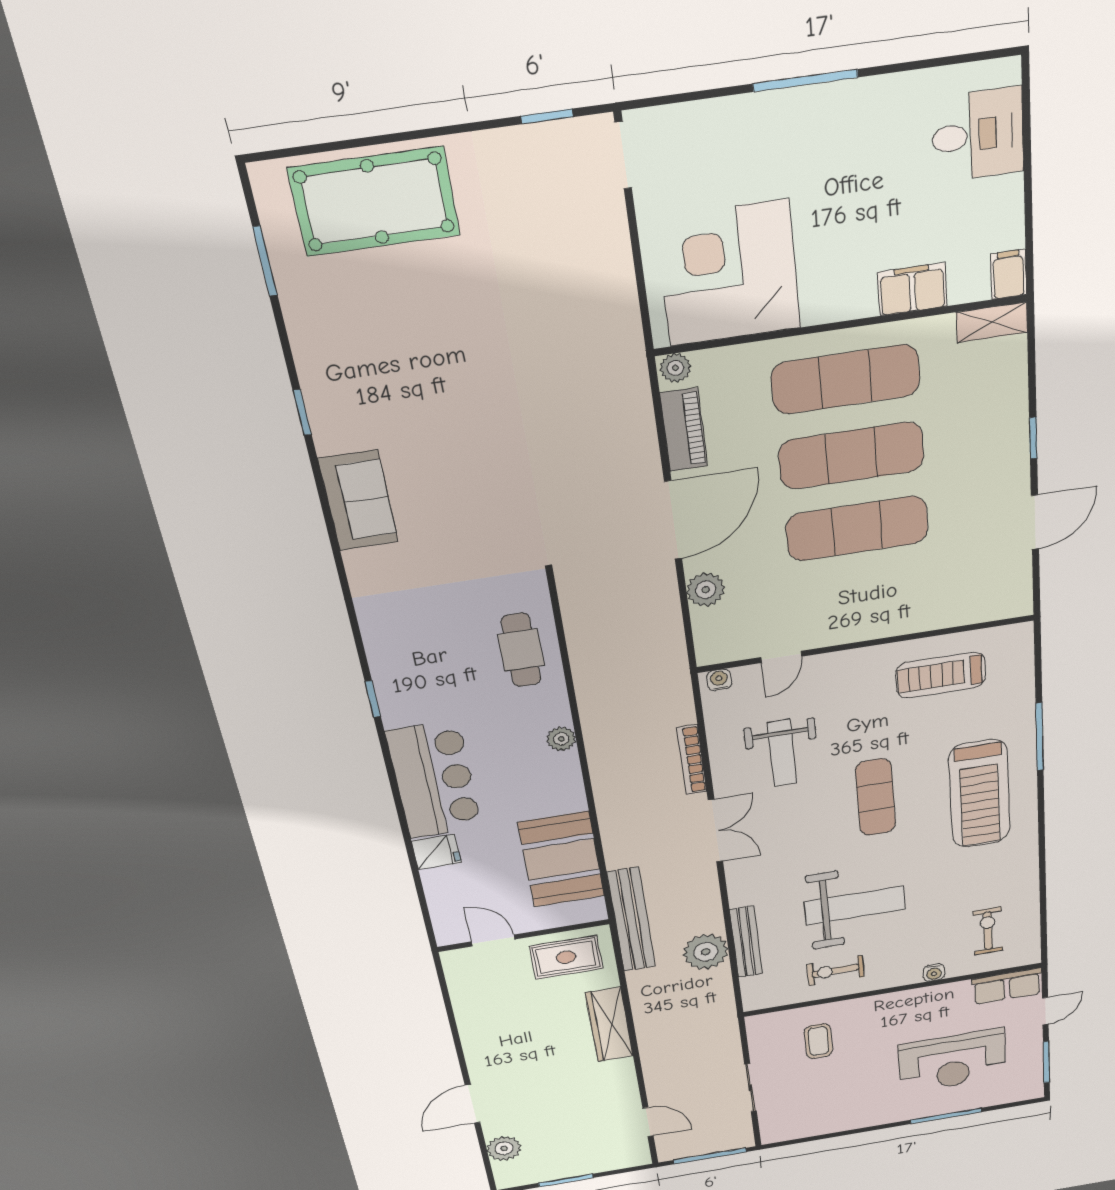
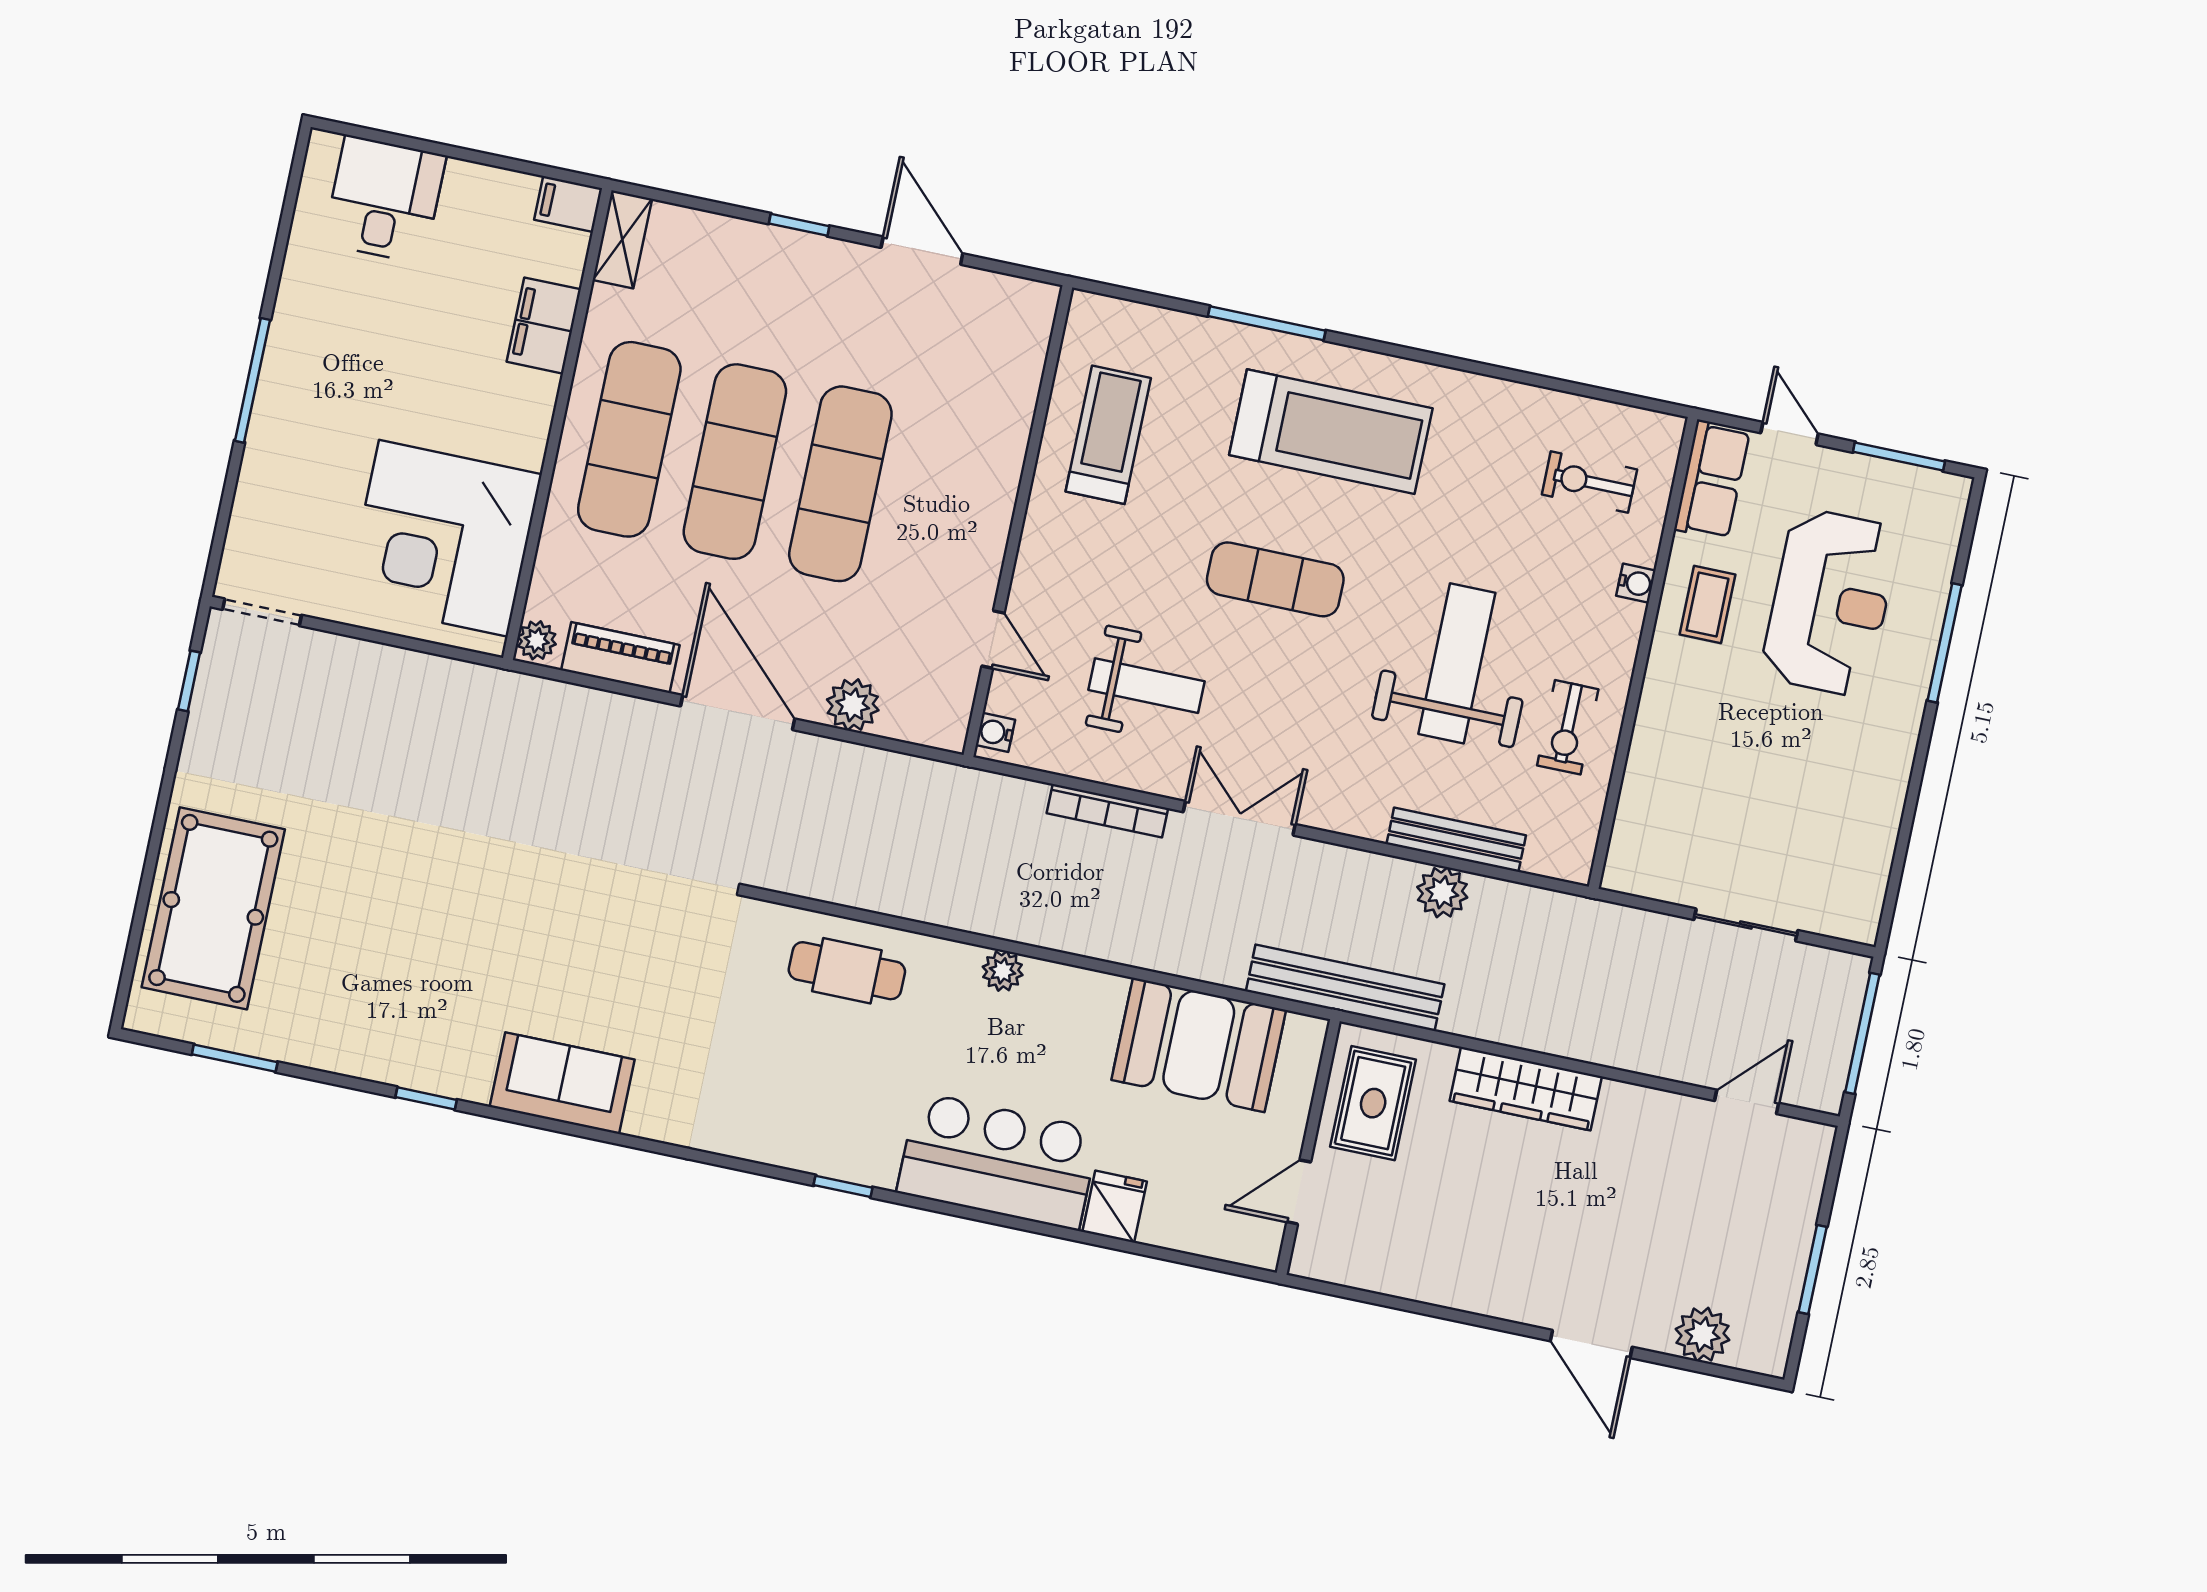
treadmill: (941, 675) -> (1108, 435), turned 180
plant: (706, 952) -> (1442, 892), width x0.73, depth x0.73
coffee table: (818, 1041) -> (1708, 604), moved, turned 90

